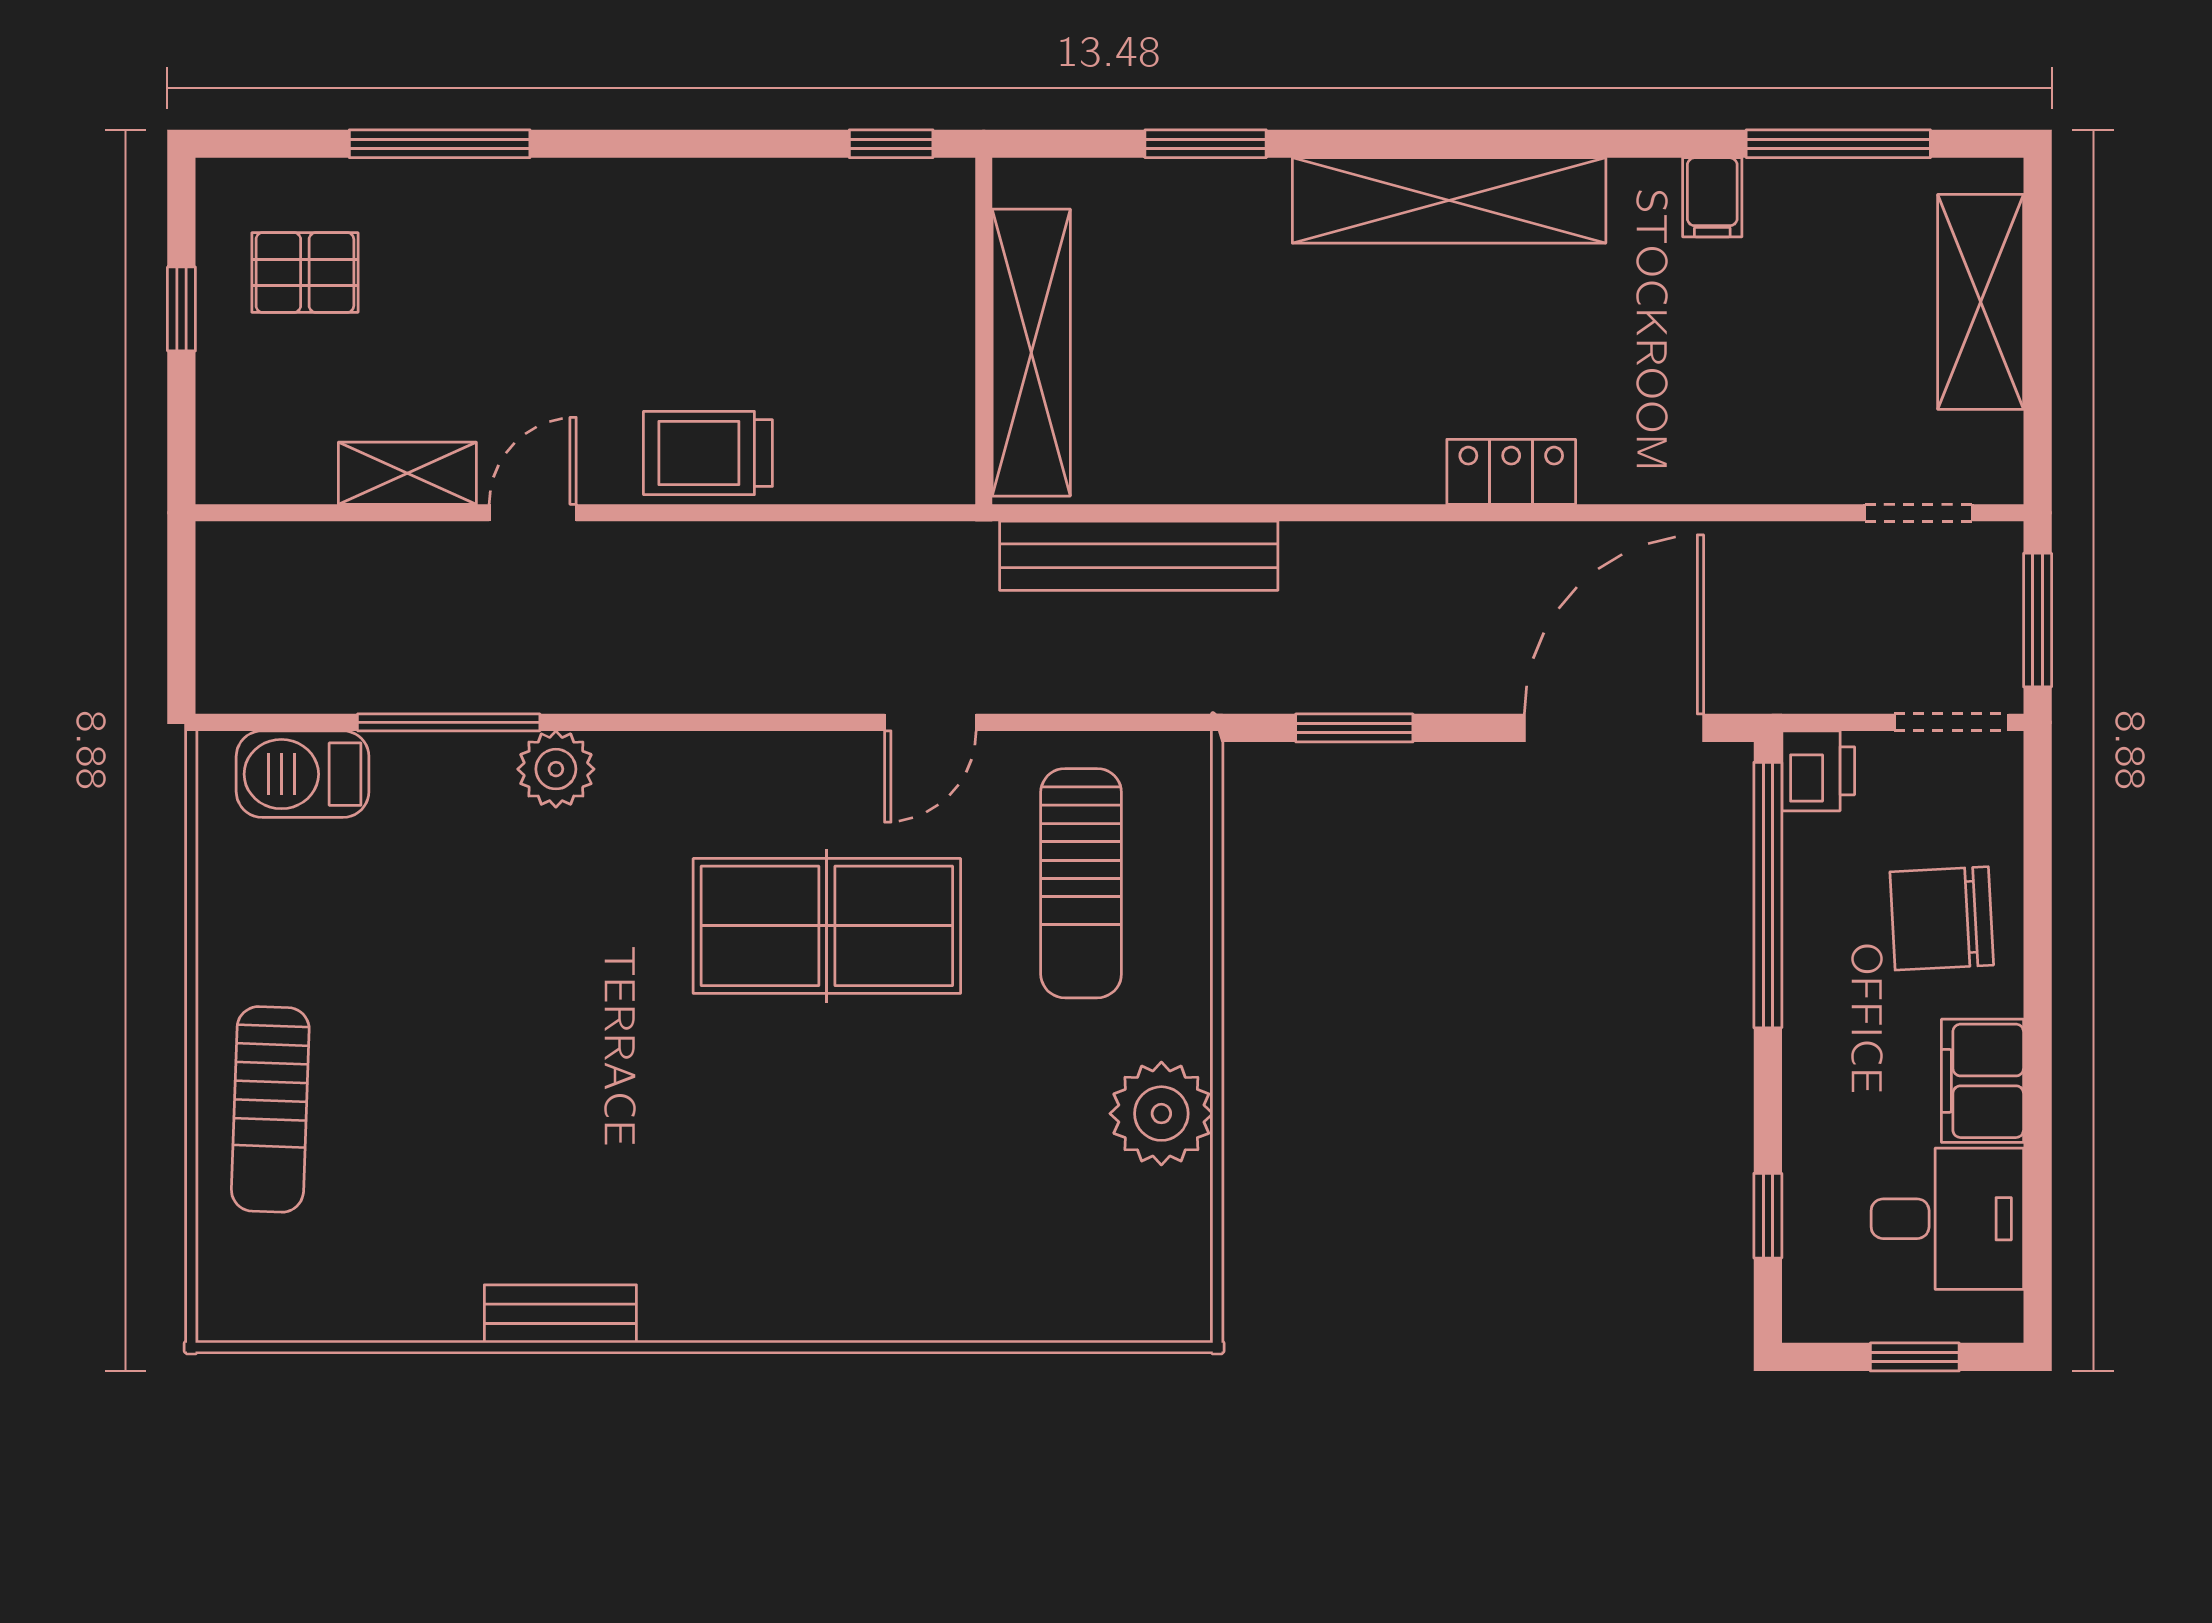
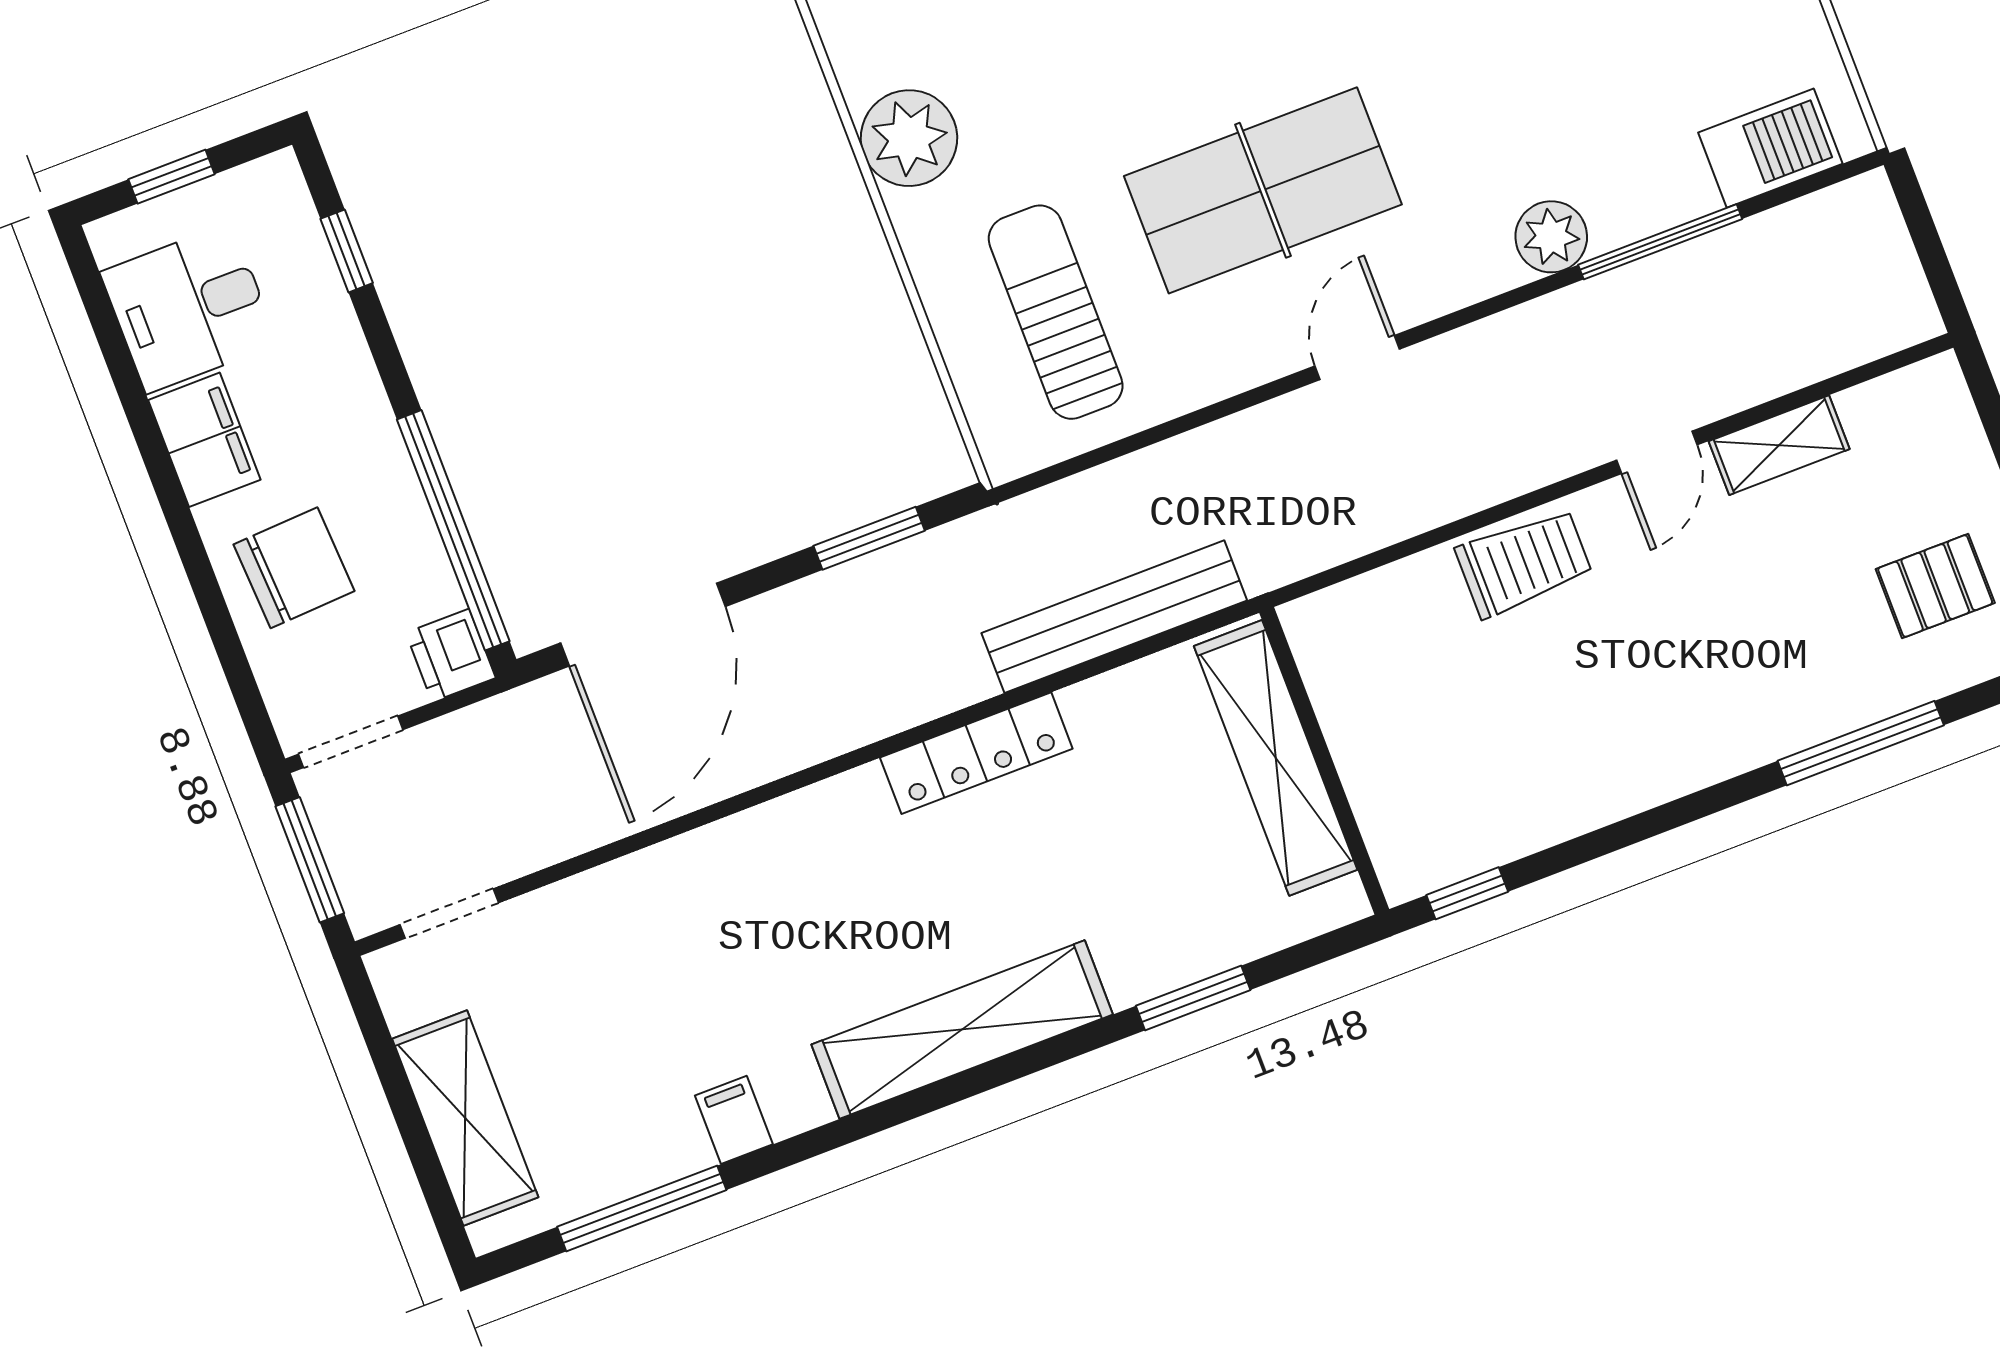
locker: (1511, 472) -> (976, 753), moved, width x1.53
door: (930, 722) -> (1357, 357), moved

